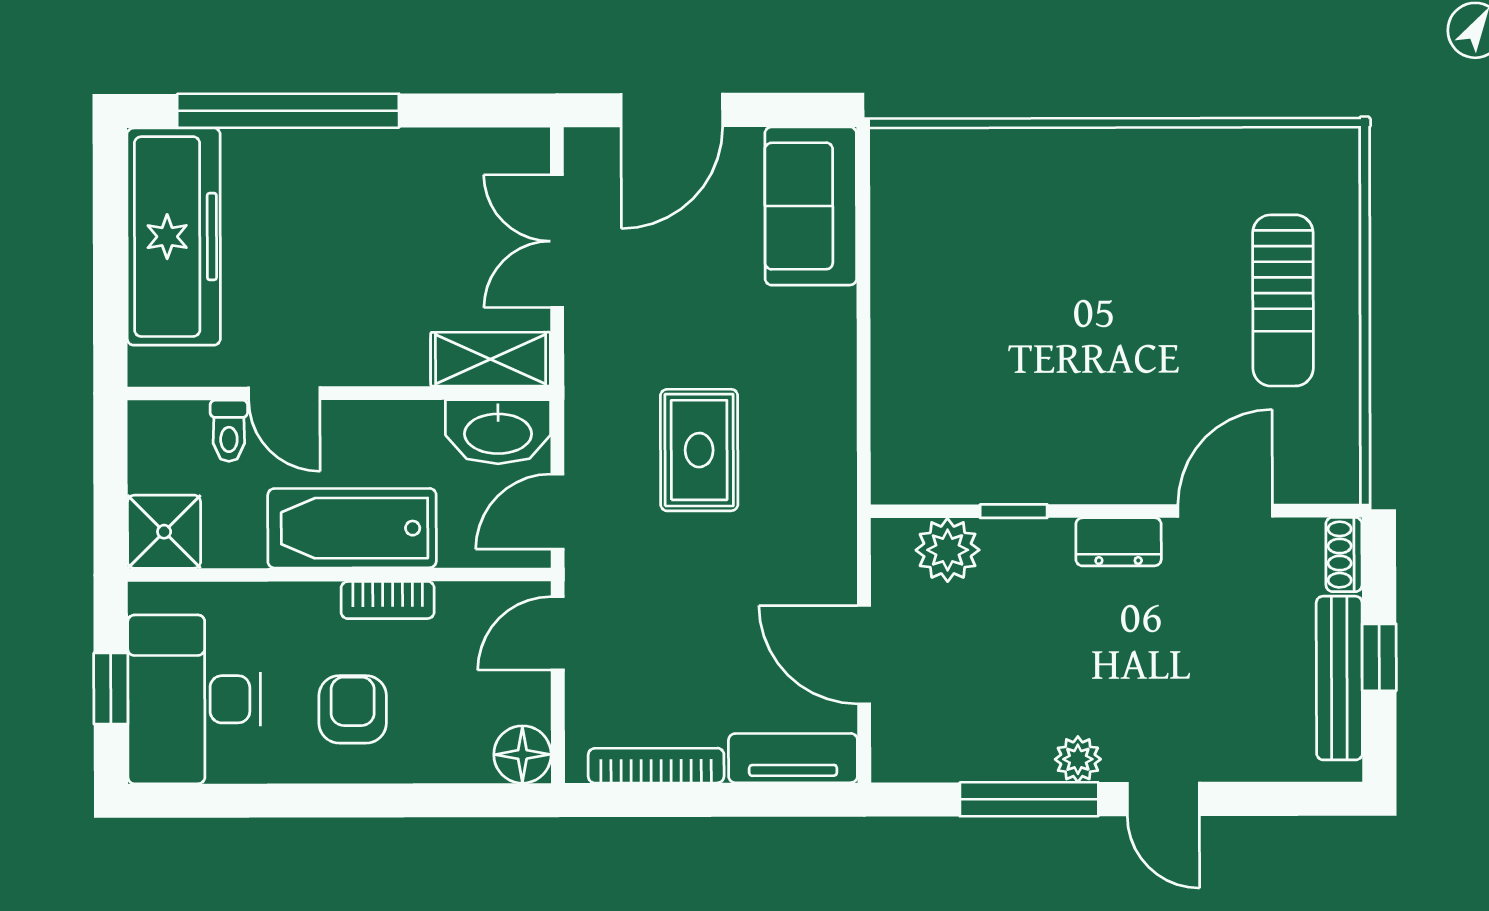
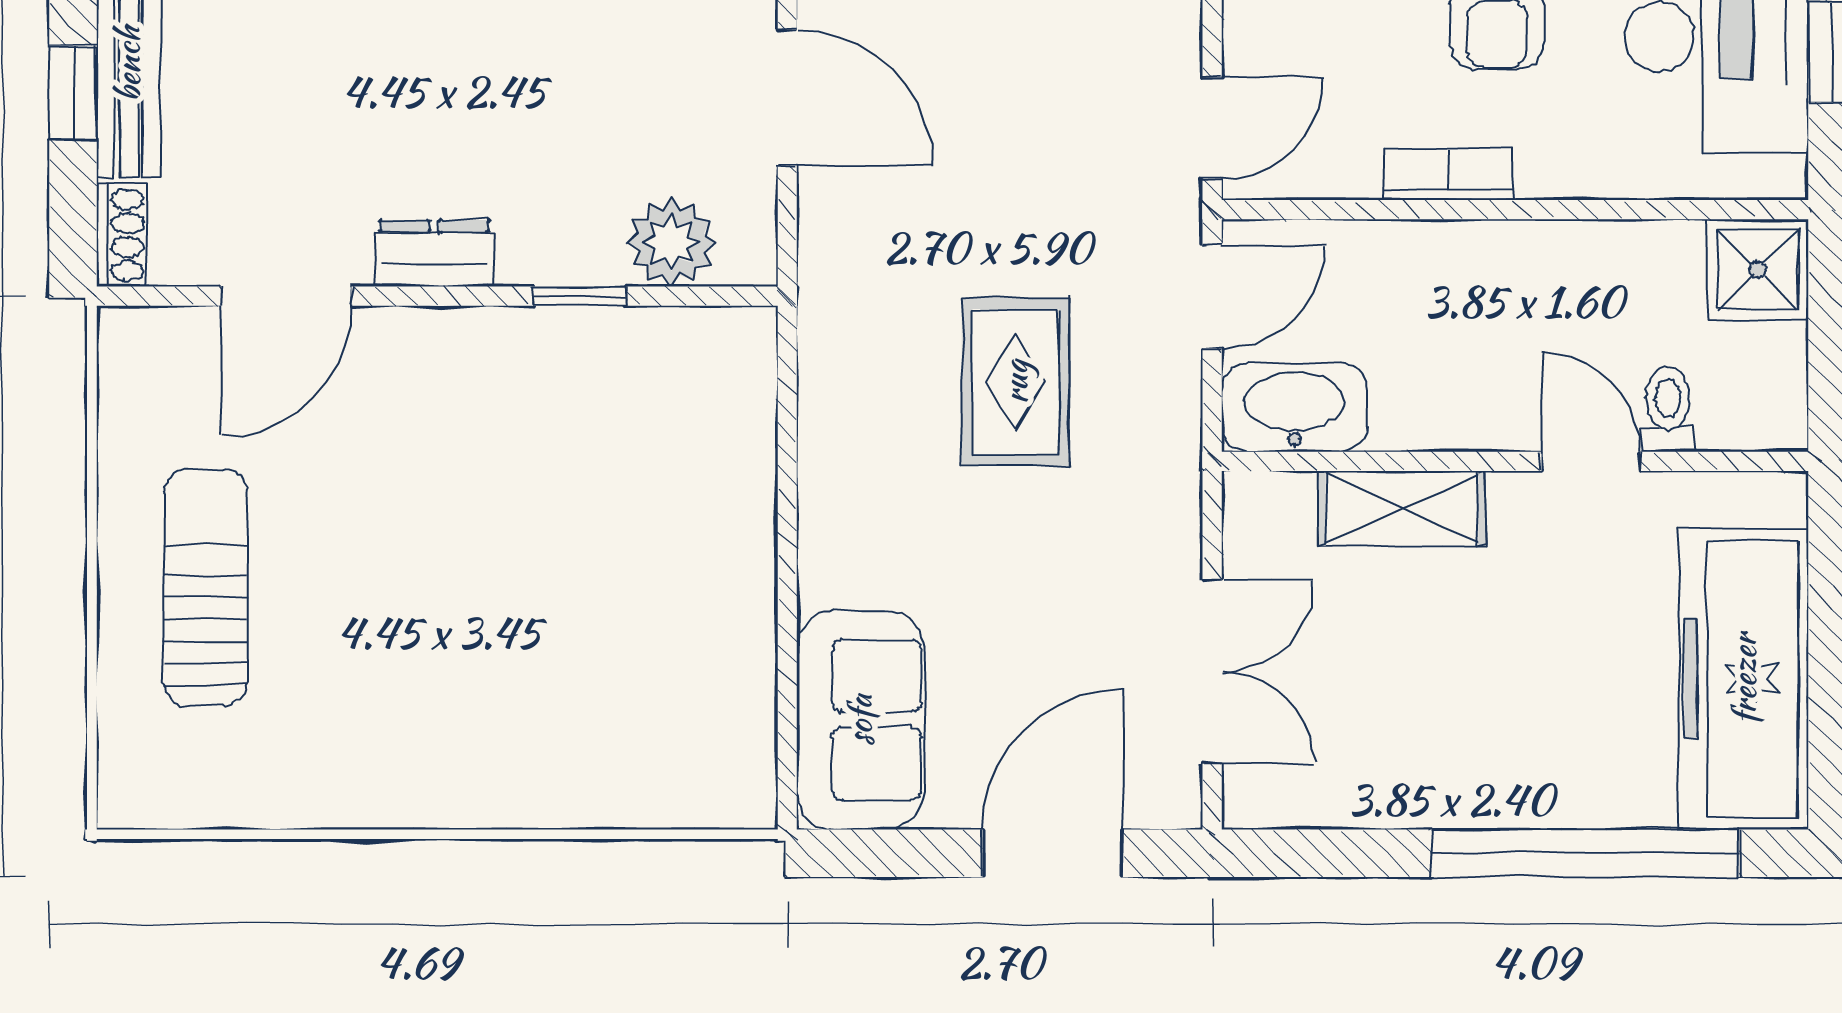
shelving: (491, 359) -> (1402, 508), moved
bathtub: (352, 528) -> (1497, 274), removed

